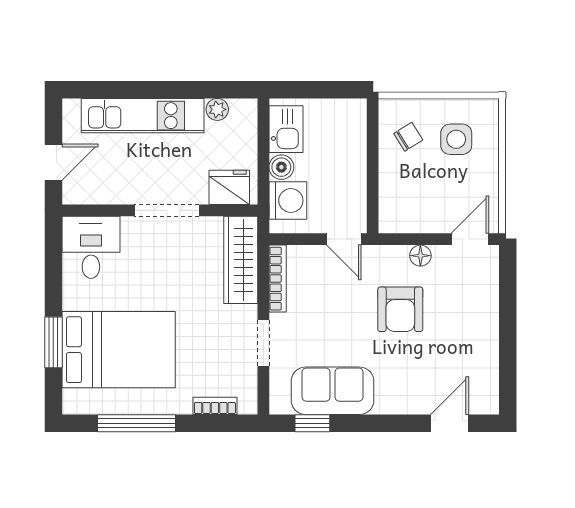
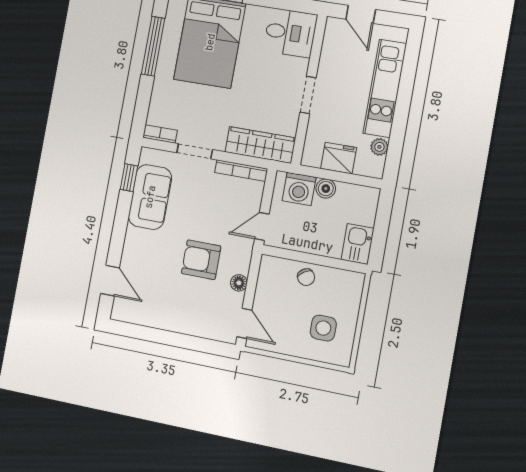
kitchen sink: (286, 129) -> (358, 244), moved, turned 90
chair: (408, 137) -> (306, 277), moved
fridge: (229, 187) -> (339, 158), moved, turned -90
doorway: (167, 210) -> (308, 95), width x0.73
bookcase: (215, 406) -> (160, 134), moved, turned -90

